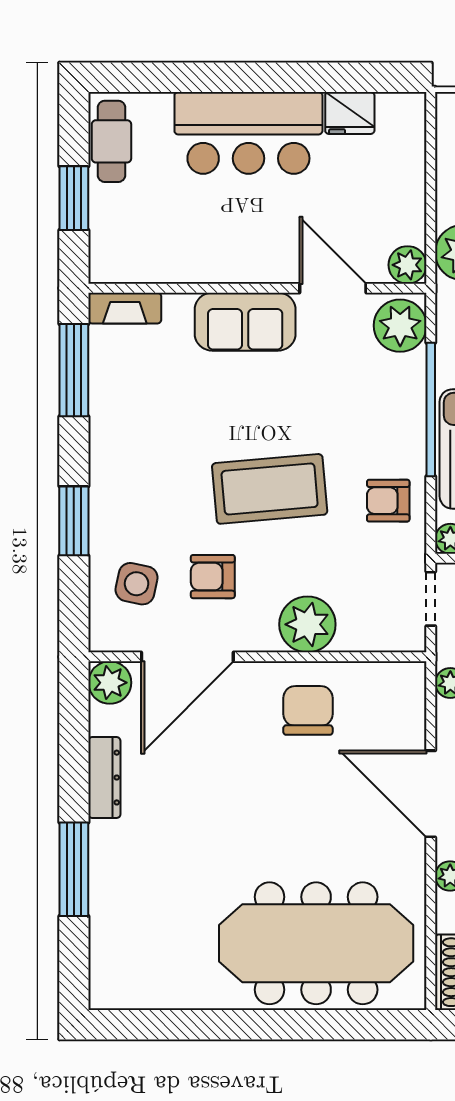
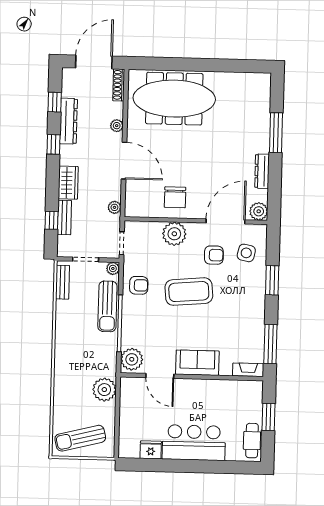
plant: (408, 265) -> (128, 385), removed

